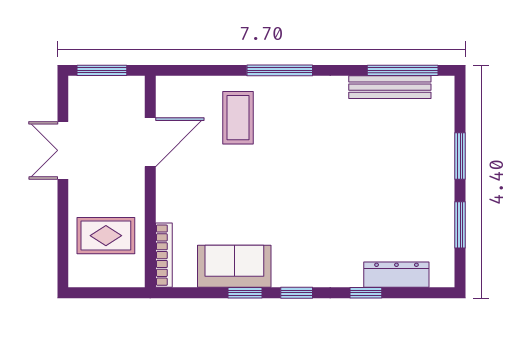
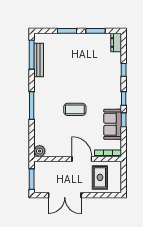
plant: (170, 90) -> (40, 151), added
coffee table: (238, 118) -> (75, 109), moved
door: (150, 142) -> (82, 159), moved
double door: (63, 150) -> (65, 195), width x1.37
dresser: (396, 275) -> (116, 42), moved, width x0.70

